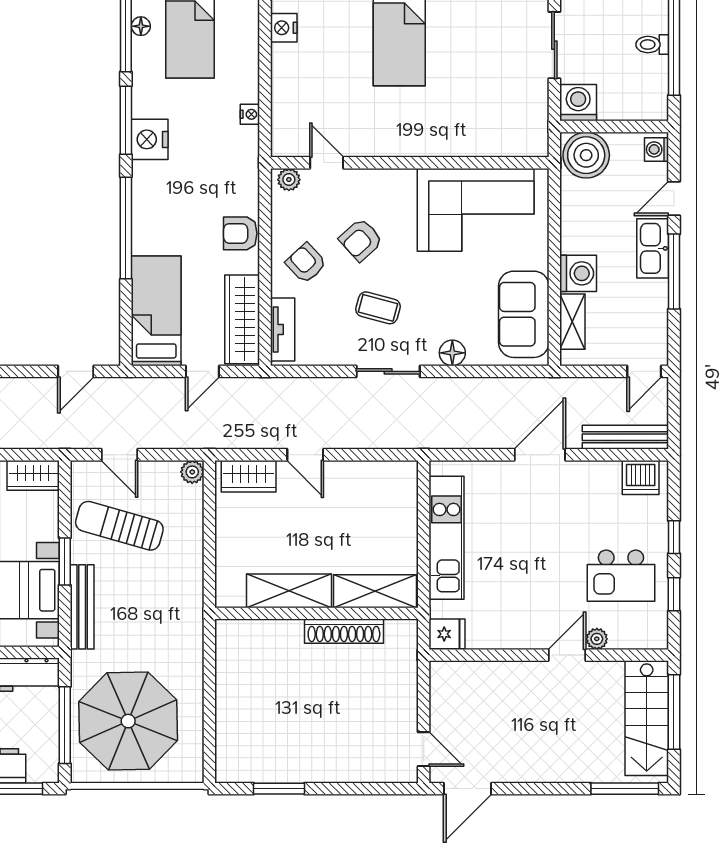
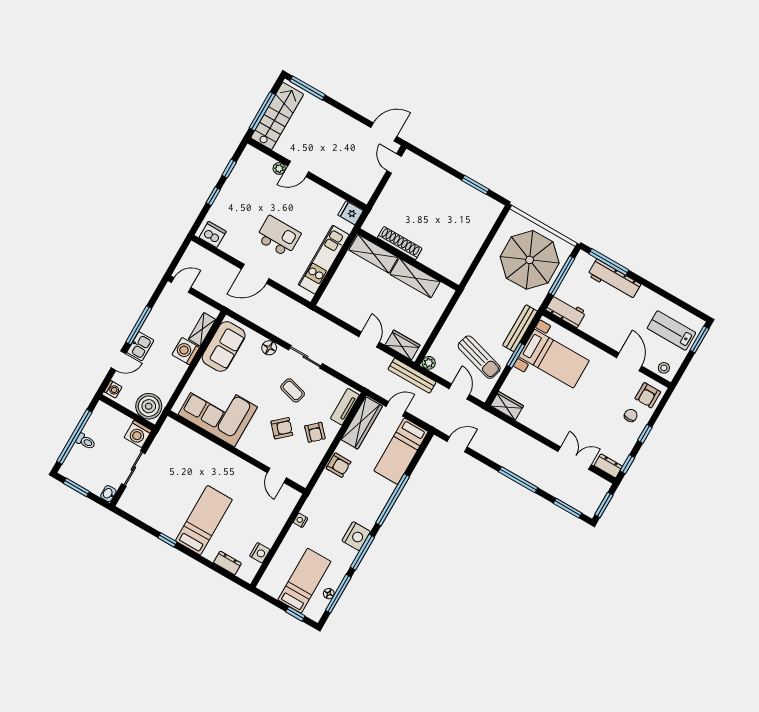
plant: (289, 180) -> (300, 478), removed
kitchen sink: (653, 248) -> (140, 346), width x0.73
bench: (625, 437) -> (412, 376), moved
kitchen island: (621, 576) -> (278, 236), moved

